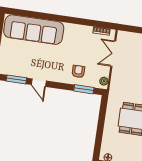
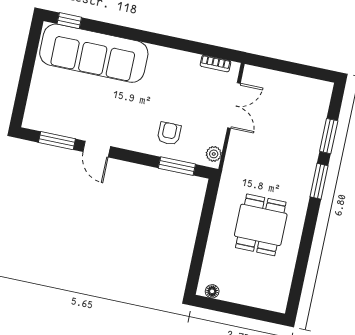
window: (19, 12) -> (69, 21), added
double door: (113, 54) -> (234, 105), swing flipped

